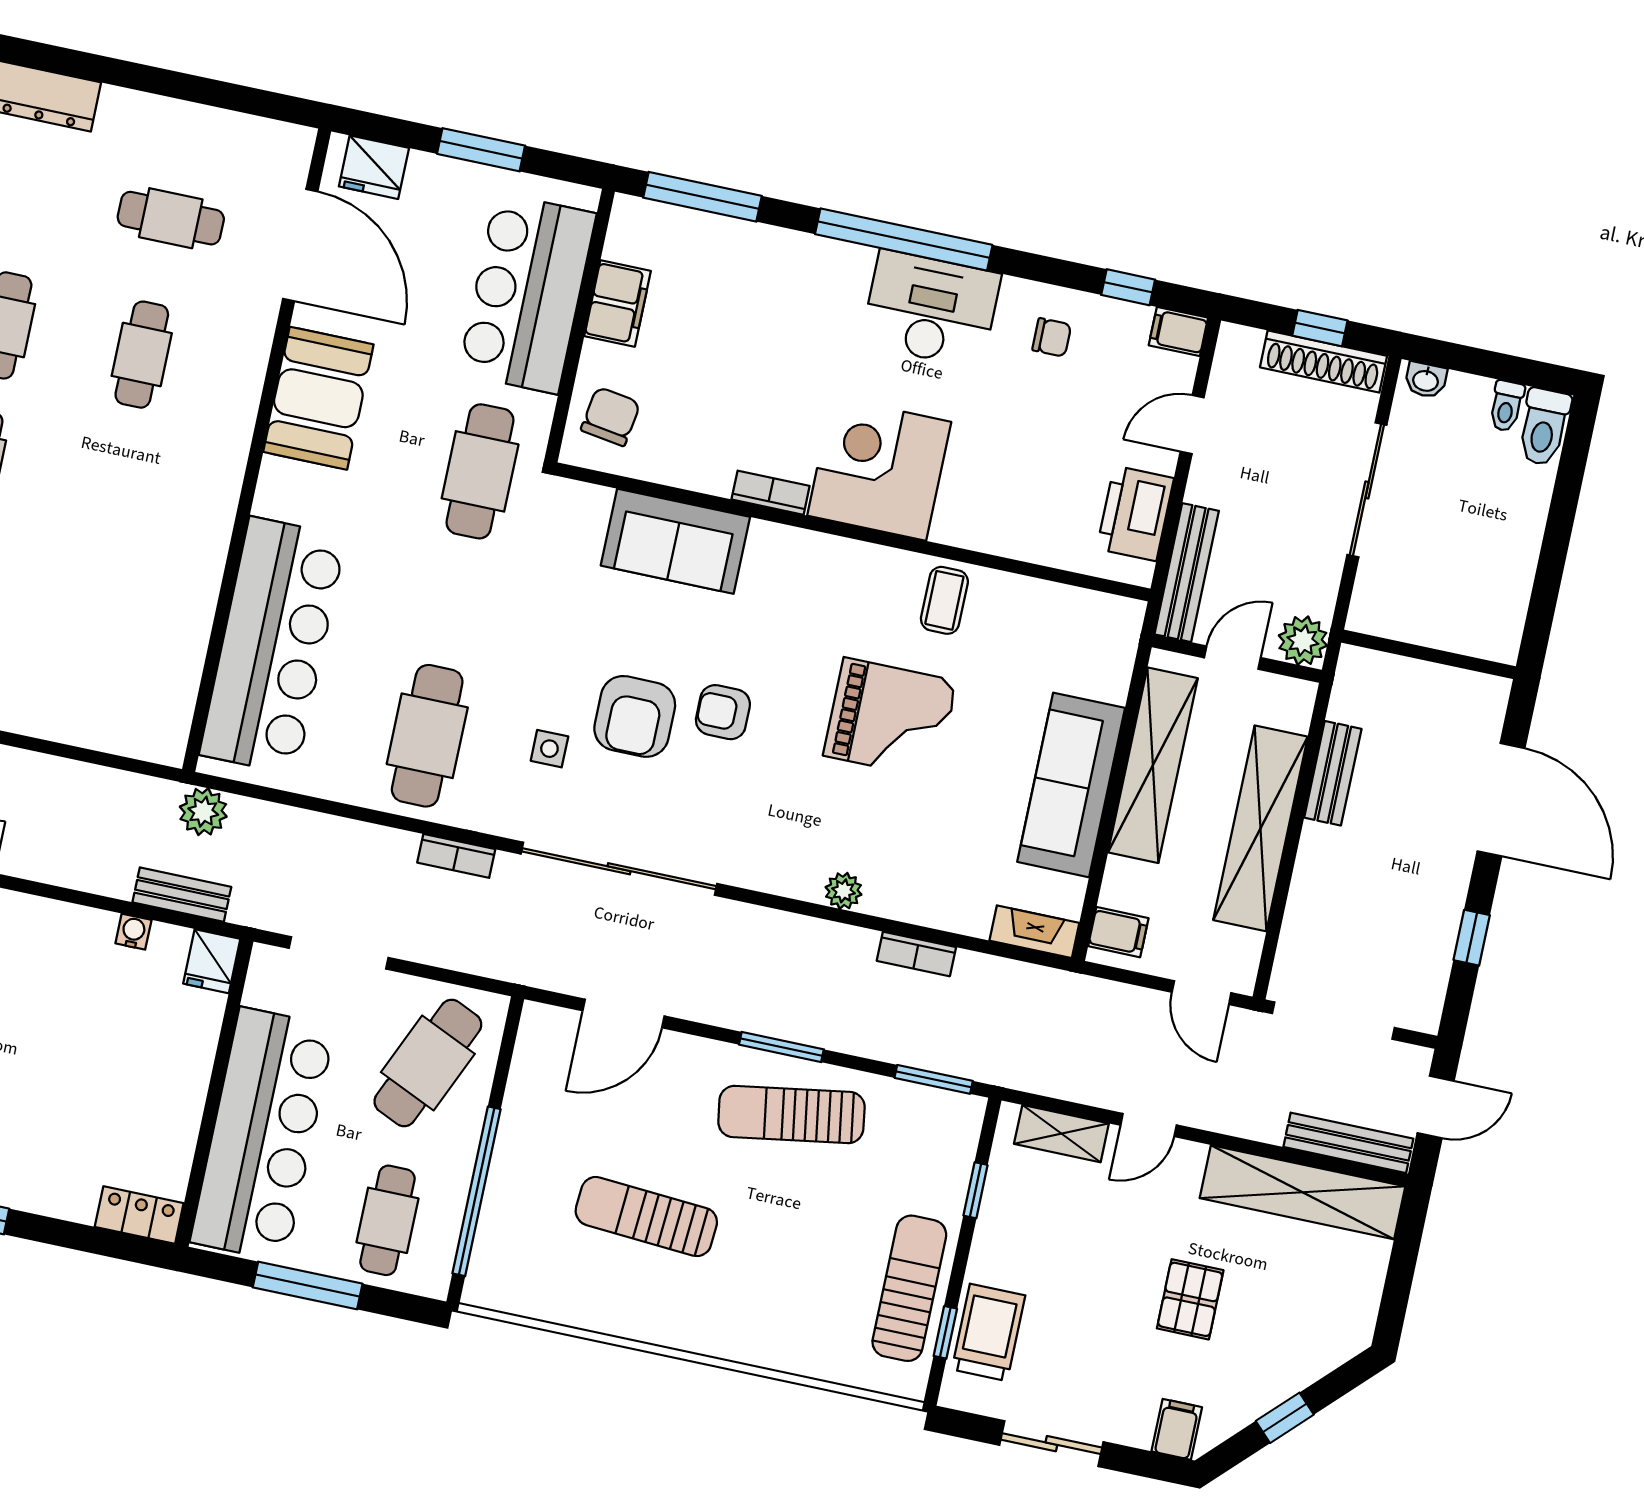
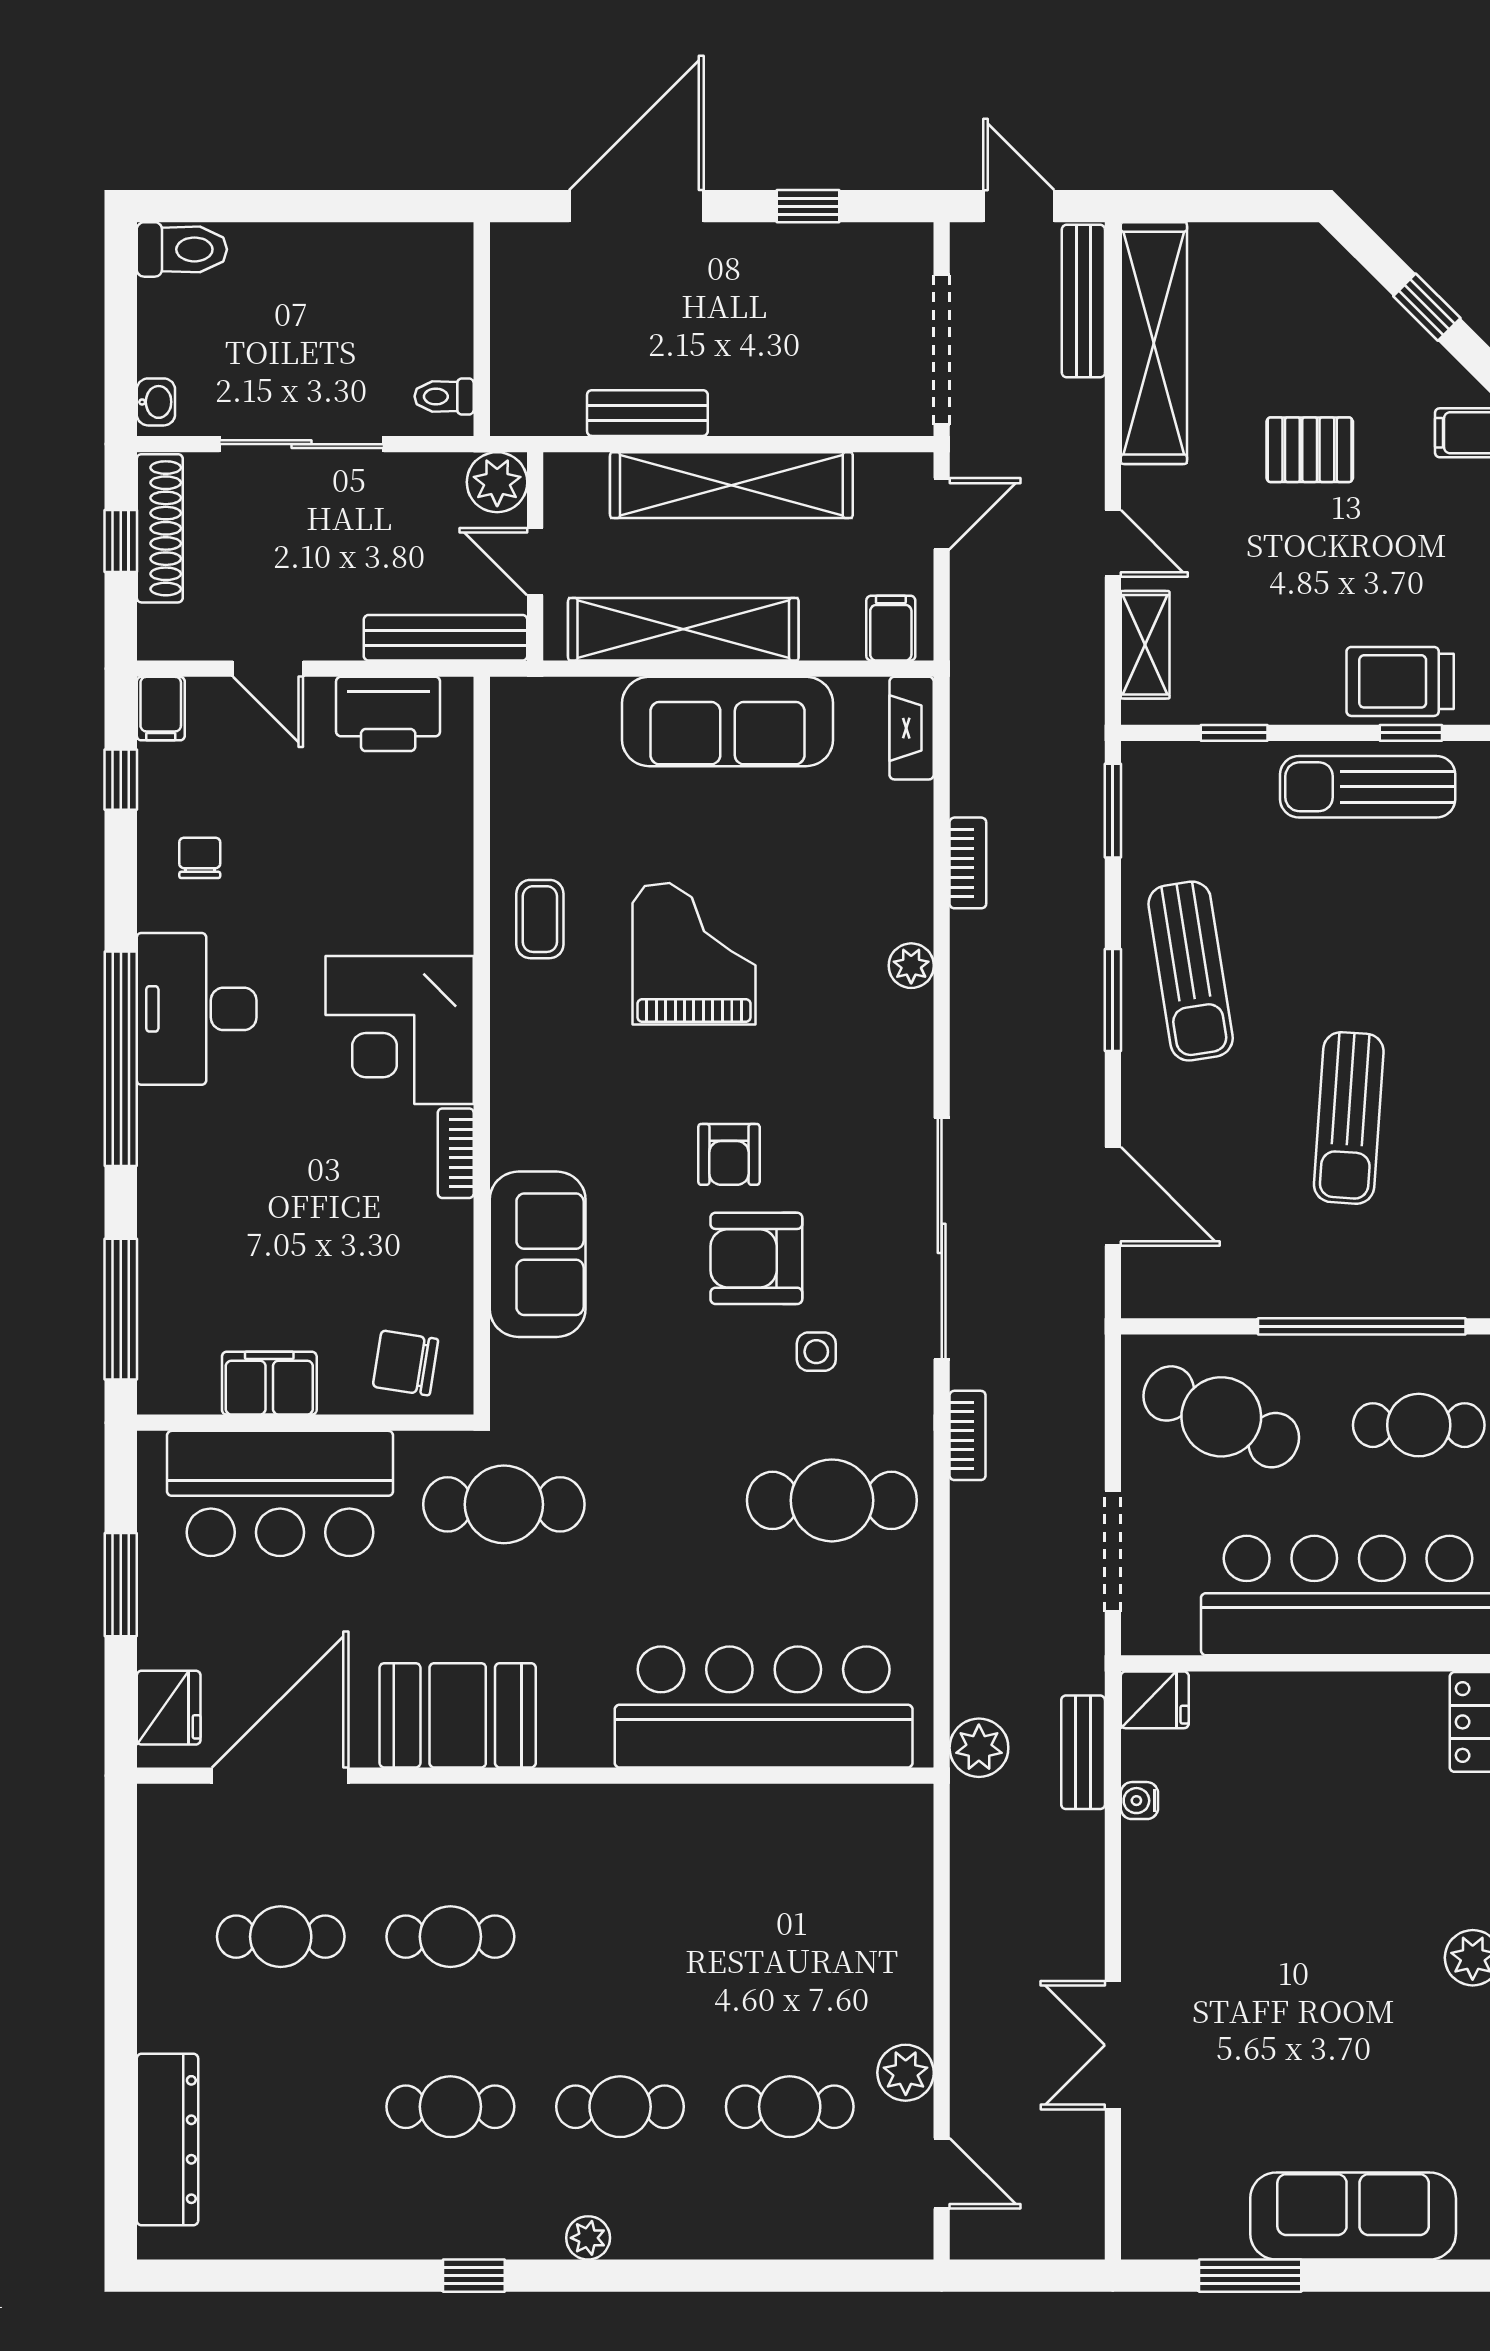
cafe table: (171, 218) -> (281, 1937), turned 90
toilet: (1506, 406) -> (444, 396), moved, turned 180
coffee table: (944, 600) -> (540, 919), turned 90
armchair: (635, 716) -> (756, 1258), turned 180

